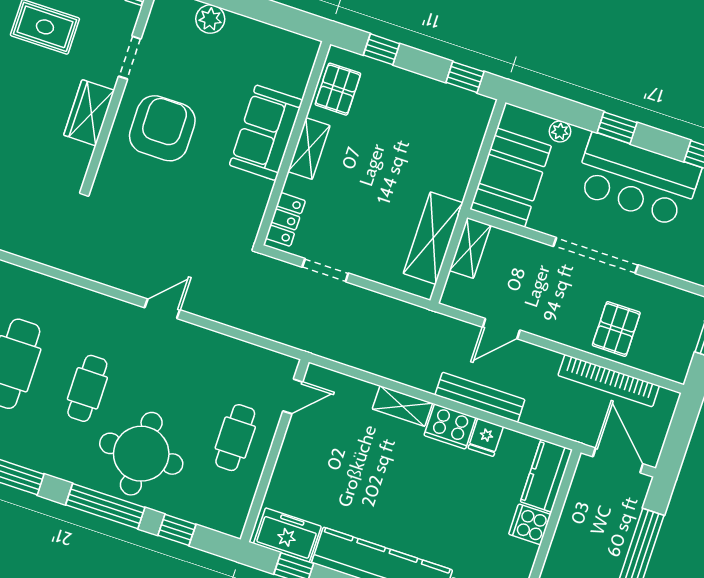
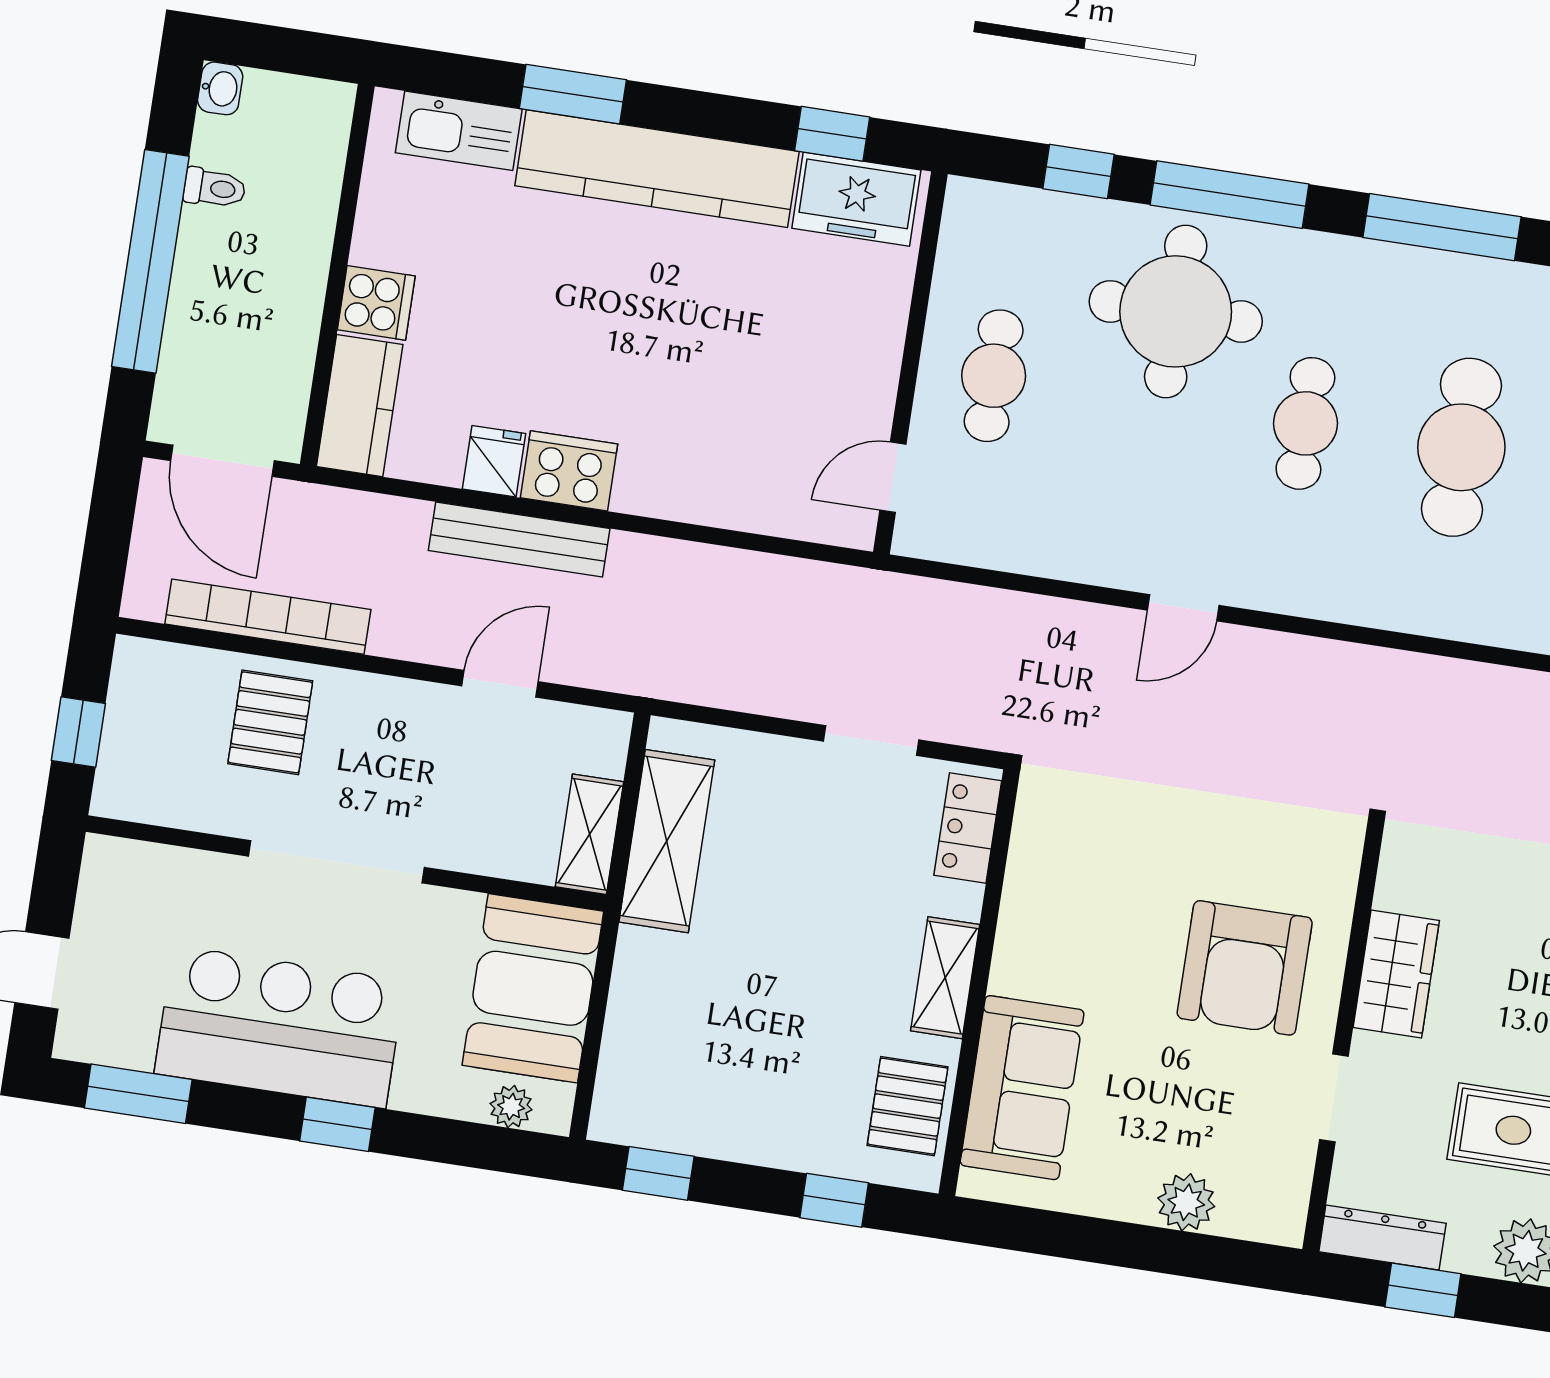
plant: (560, 131) -> (511, 1107), moved
sofa: (266, 133) -> (1022, 1088), moved
shelving: (402, 406) -> (671, 495), removed

